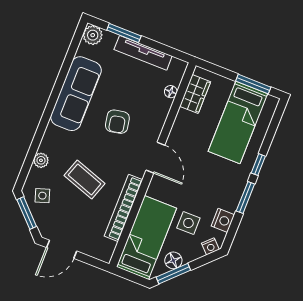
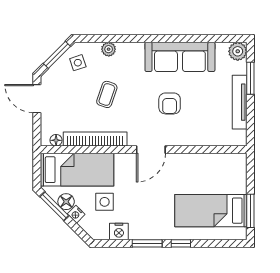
floor lamp: (171, 92) -> (56, 140), moved
wardrobe: (195, 94) -> (221, 163), removed
armchair: (117, 122) -> (170, 103), turned -79
coffee table: (85, 179) -> (107, 94), width x0.73, depth x0.77
nightstand: (210, 246) -> (76, 214), moved

